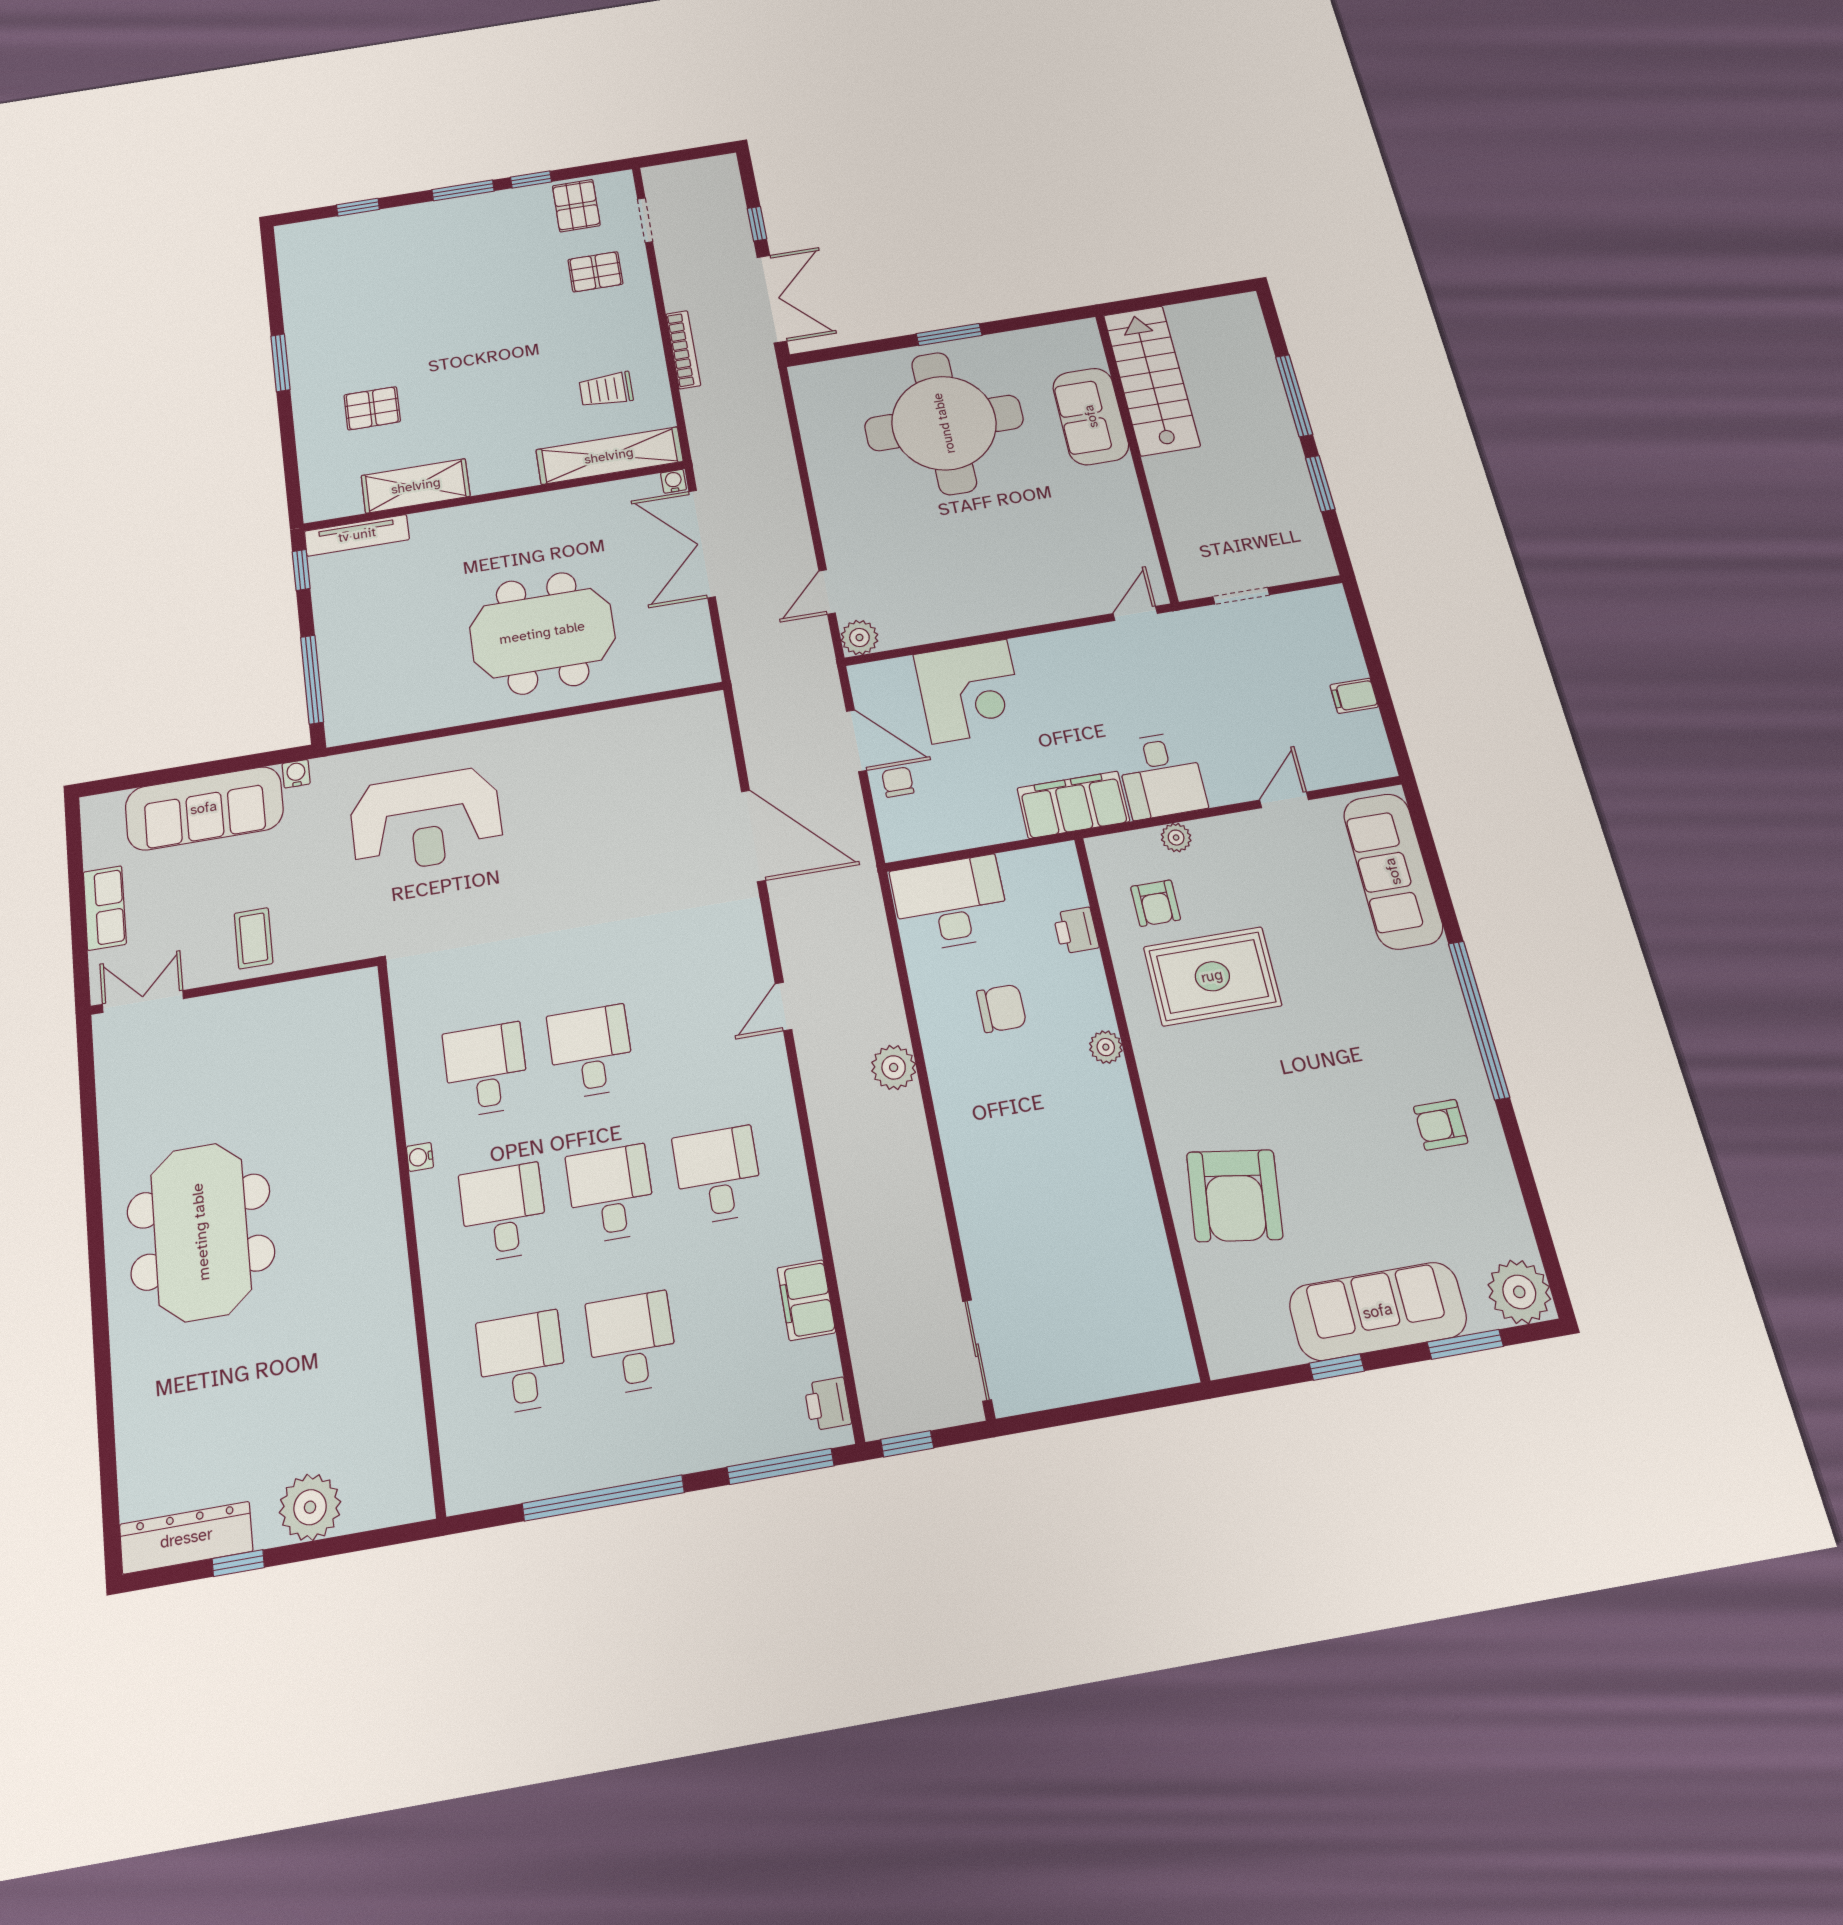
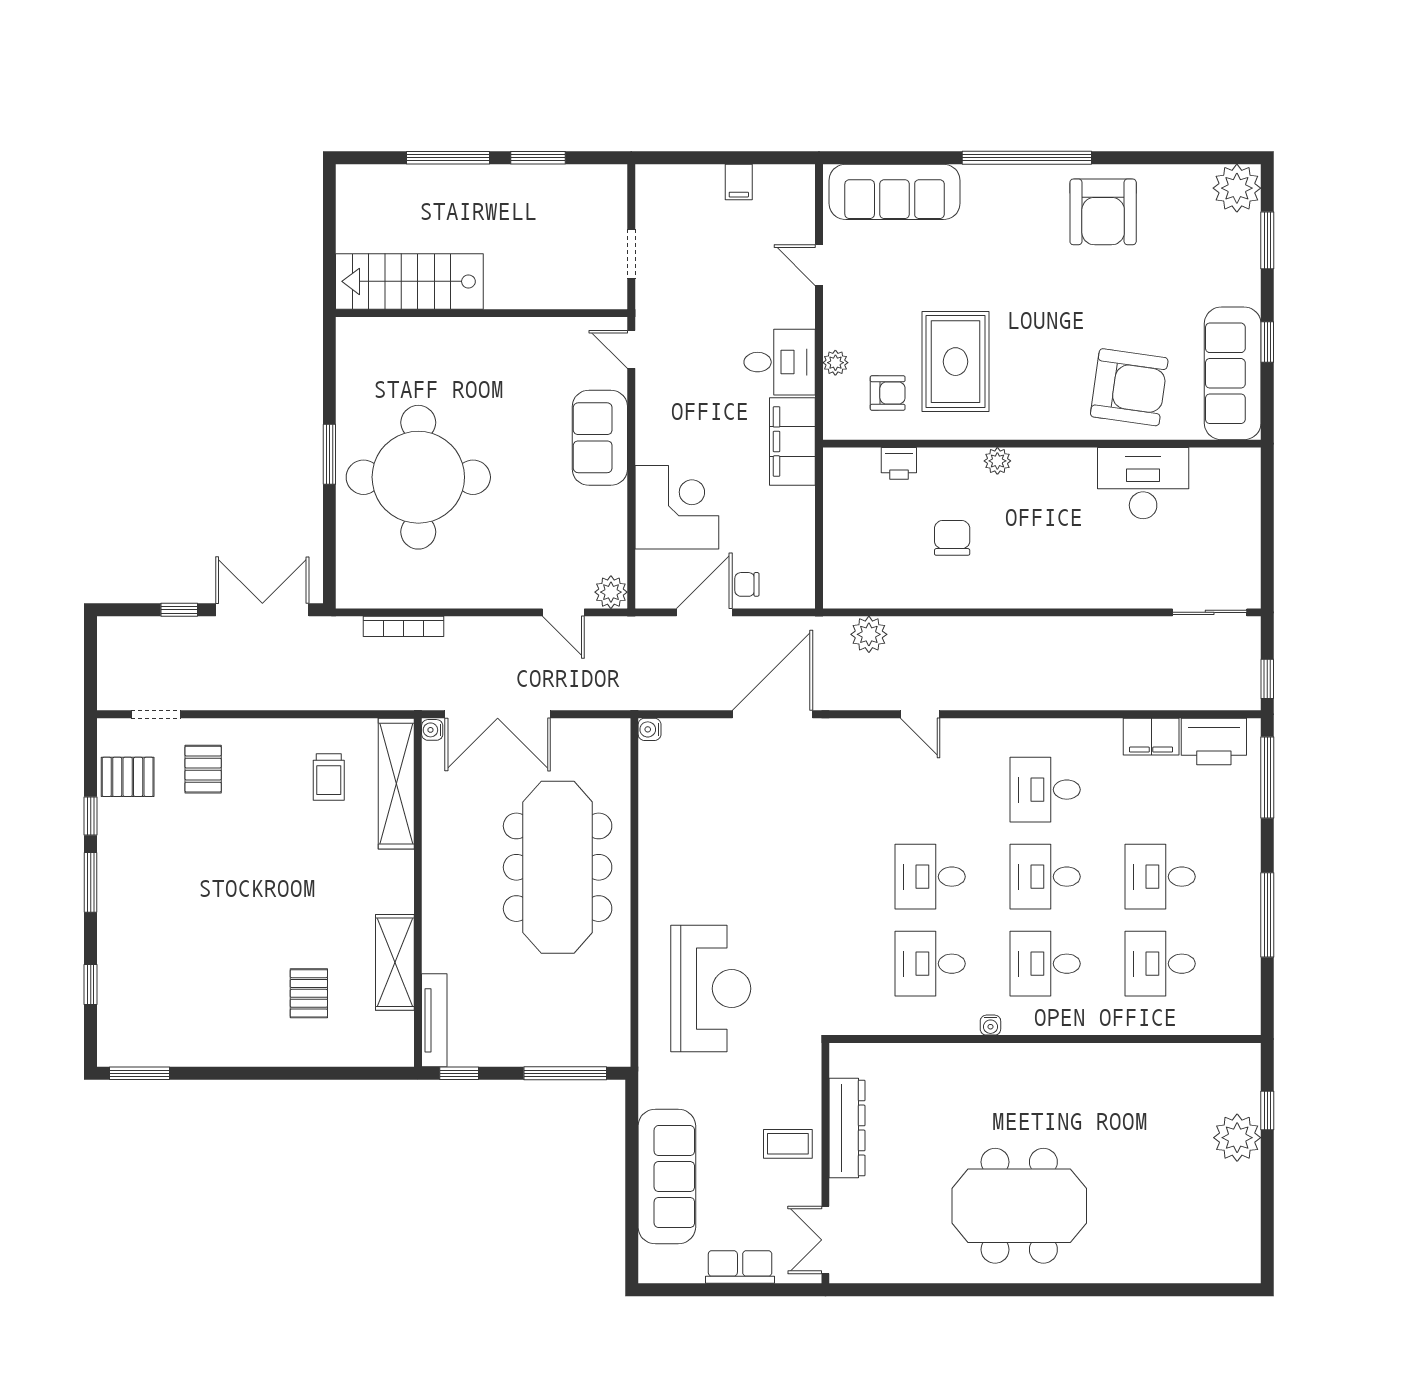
bookcase: (683, 350) -> (403, 626), moved, turned 180
window: (280, 363) -> (140, 1073), moved
sofa: (1091, 416) -> (600, 438), moved, turned 90
meeting table: (542, 633) -> (558, 867), width x1.36
water cooler: (296, 774) -> (650, 729), moved
desk: (950, 903) -> (1143, 483), moved, turned 90
plant: (894, 1067) -> (869, 634), moved
armchair: (1441, 1125) -> (1103, 212), width x1.88, depth x1.88
sofa: (1378, 1311) -> (1233, 373), moved
printer: (828, 1404) -> (1214, 741), width x1.87, depth x1.48
window: (603, 1498) -> (1267, 915), width x0.68
dresser: (186, 1538) -> (847, 1128), moved, turned 180
window: (238, 1563) -> (1267, 1110), moved

